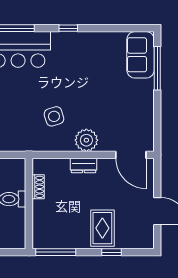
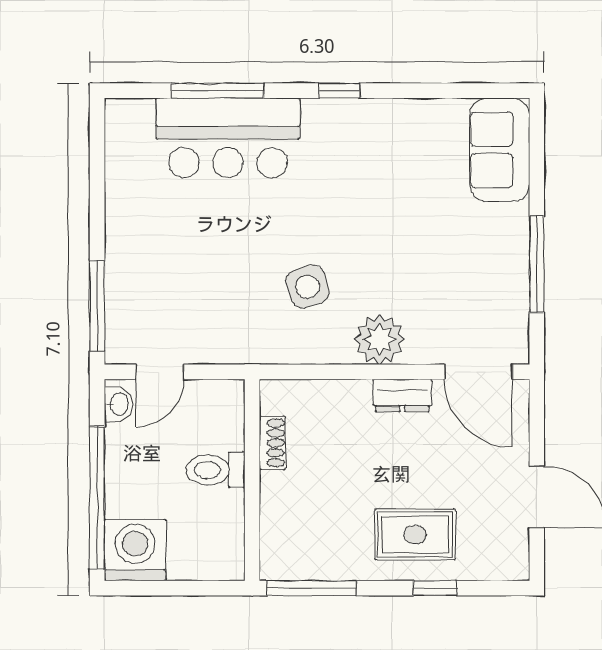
window: (157, 68) -> (537, 264), moved
dresser: (83, 165) -> (402, 395), moved
rug: (102, 228) -> (415, 535), turned 90

